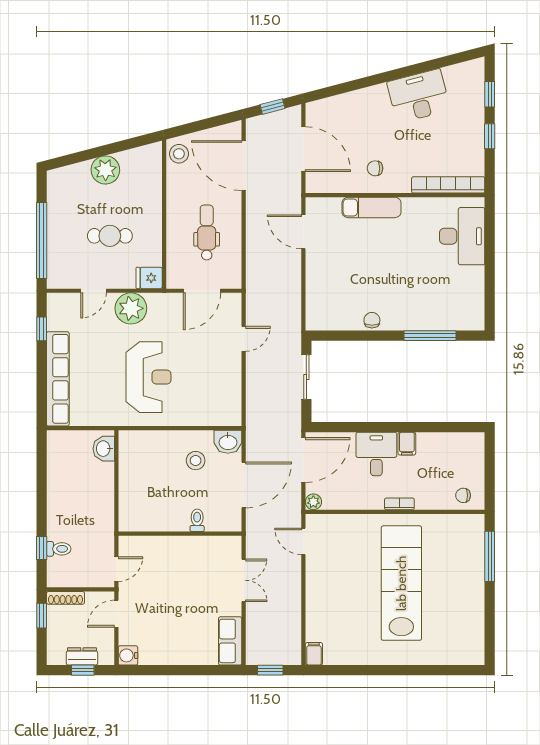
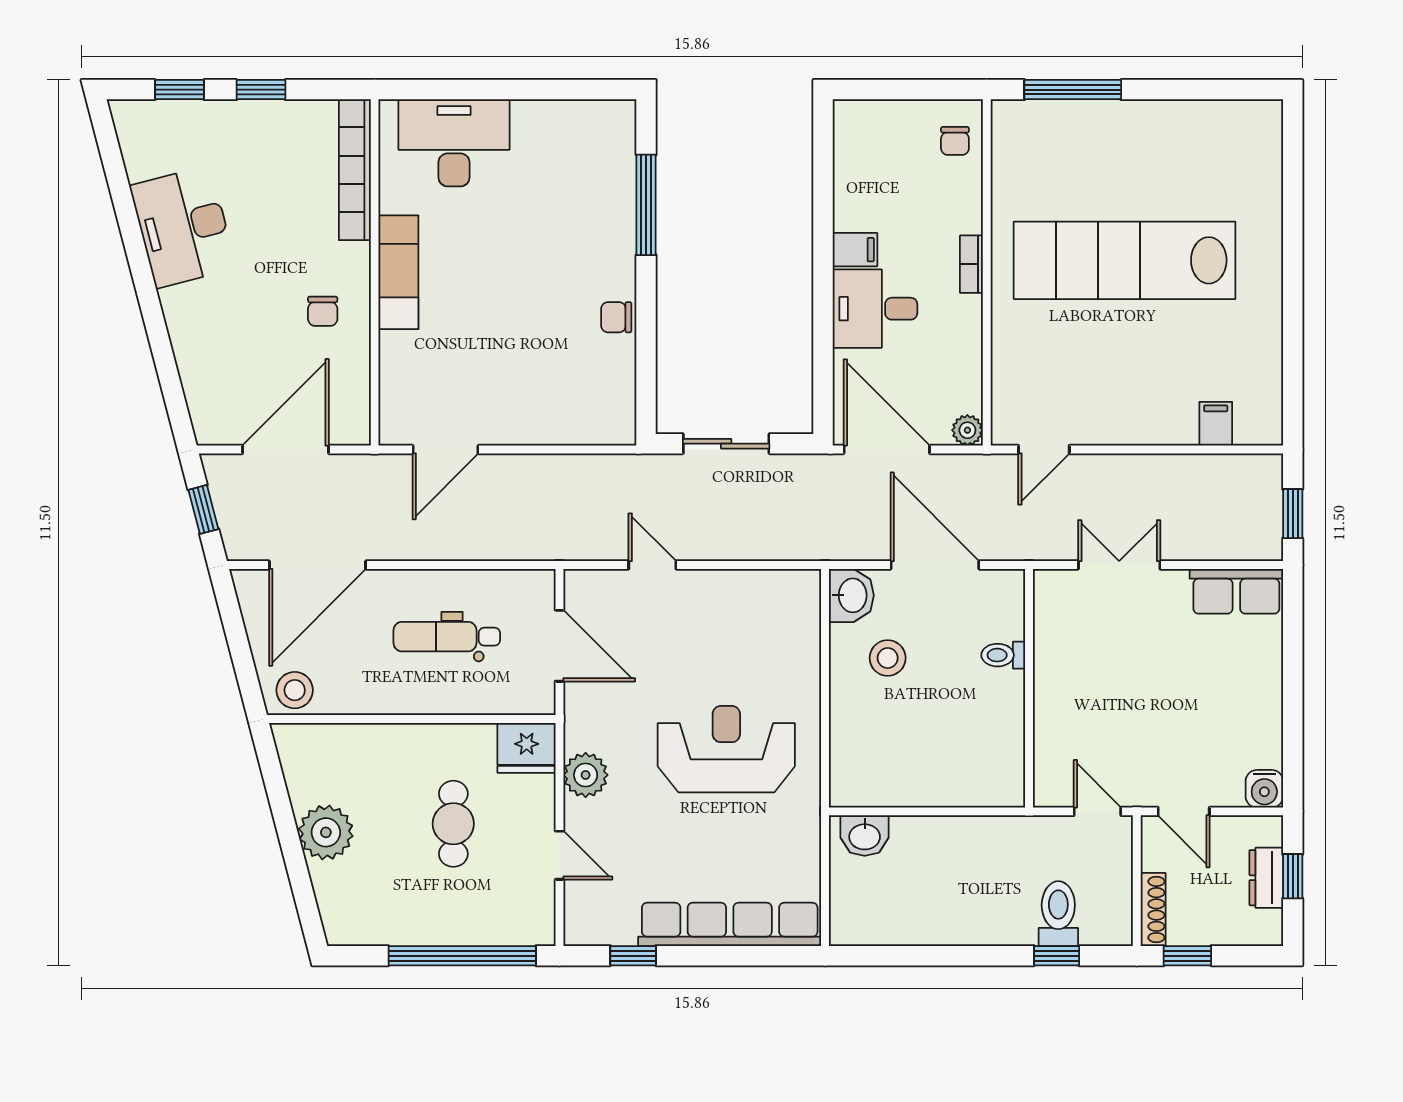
exam couch: (372, 207) -> (398, 272), moved
fridge: (149, 278) -> (527, 748), width x1.38
plant: (131, 308) -> (586, 775), width x0.73, depth x0.73
toilet: (59, 549) -> (1058, 914), width x1.37, depth x1.39
filing cabinet: (314, 654) -> (1216, 424), moved, turned 90

